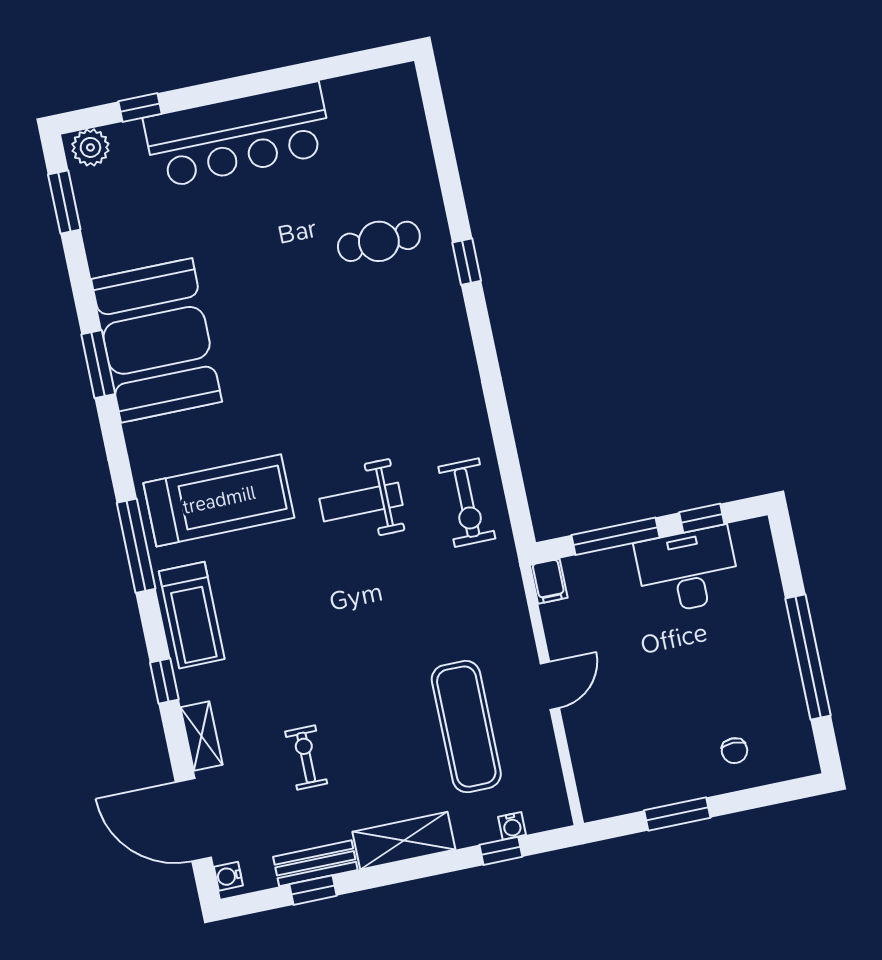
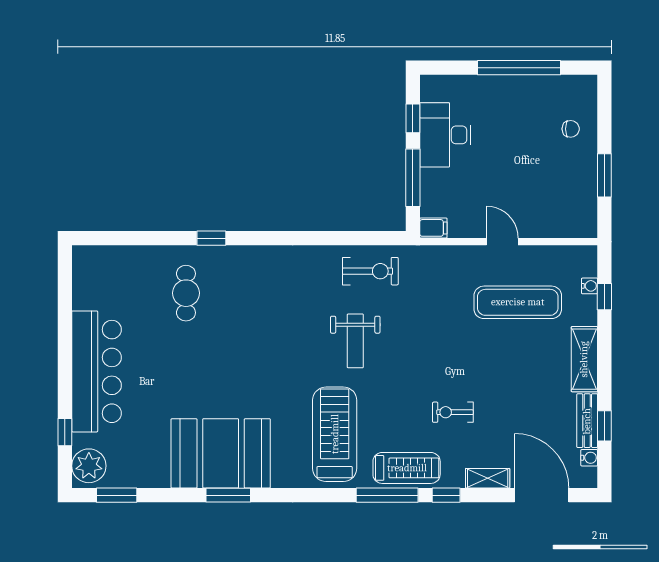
plant: (90, 147) -> (89, 466), width x1.36, depth x1.36
window: (136, 546) -> (387, 495), moved
exercise bike: (306, 758) -> (453, 412), moved
door: (193, 820) -> (542, 495), swing flipped
water cooler: (228, 876) -> (589, 458), moved, turned -90

